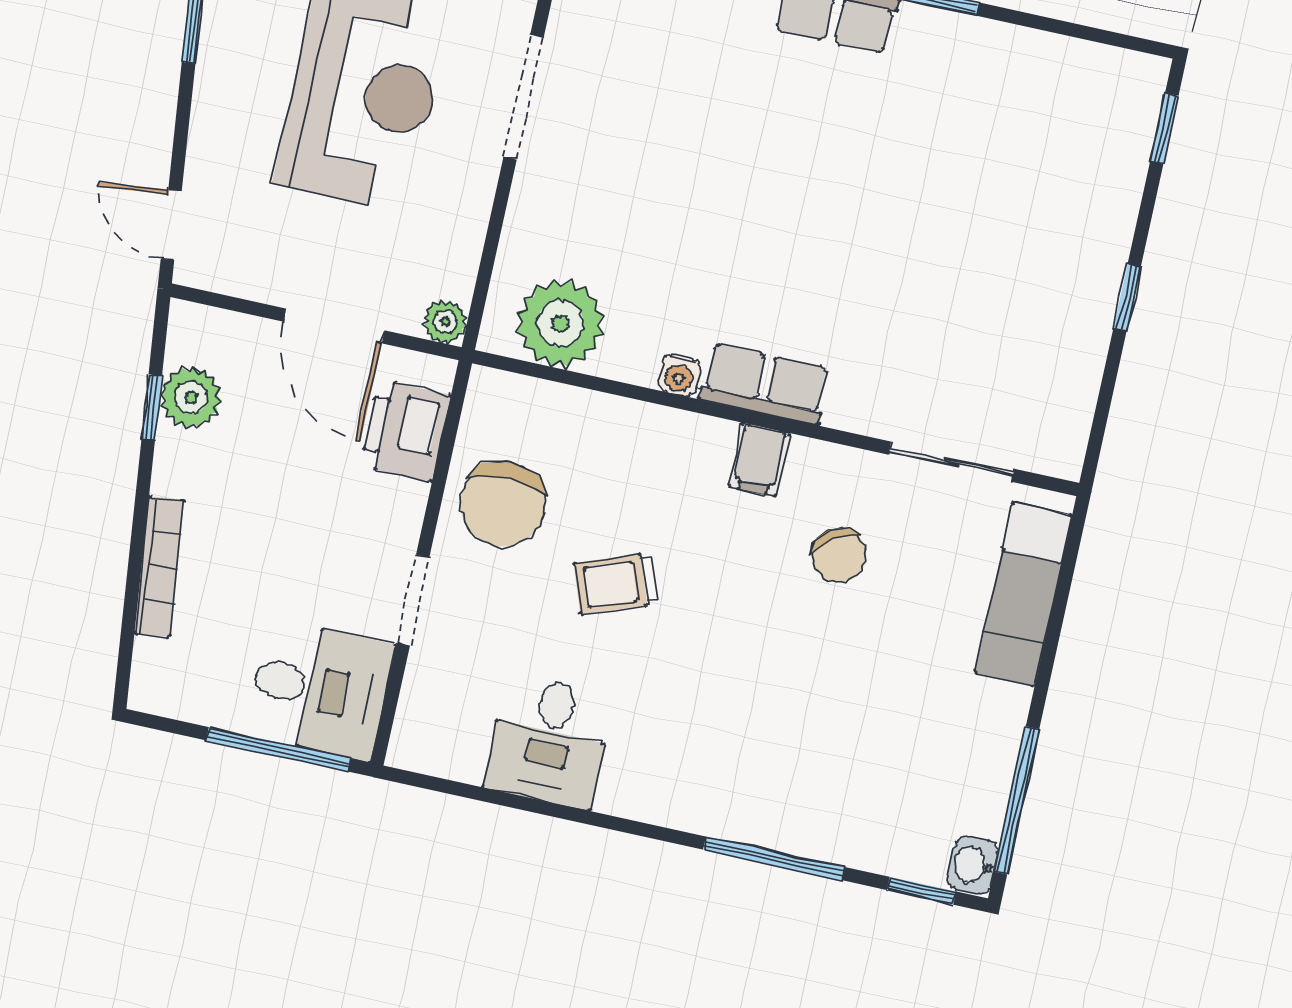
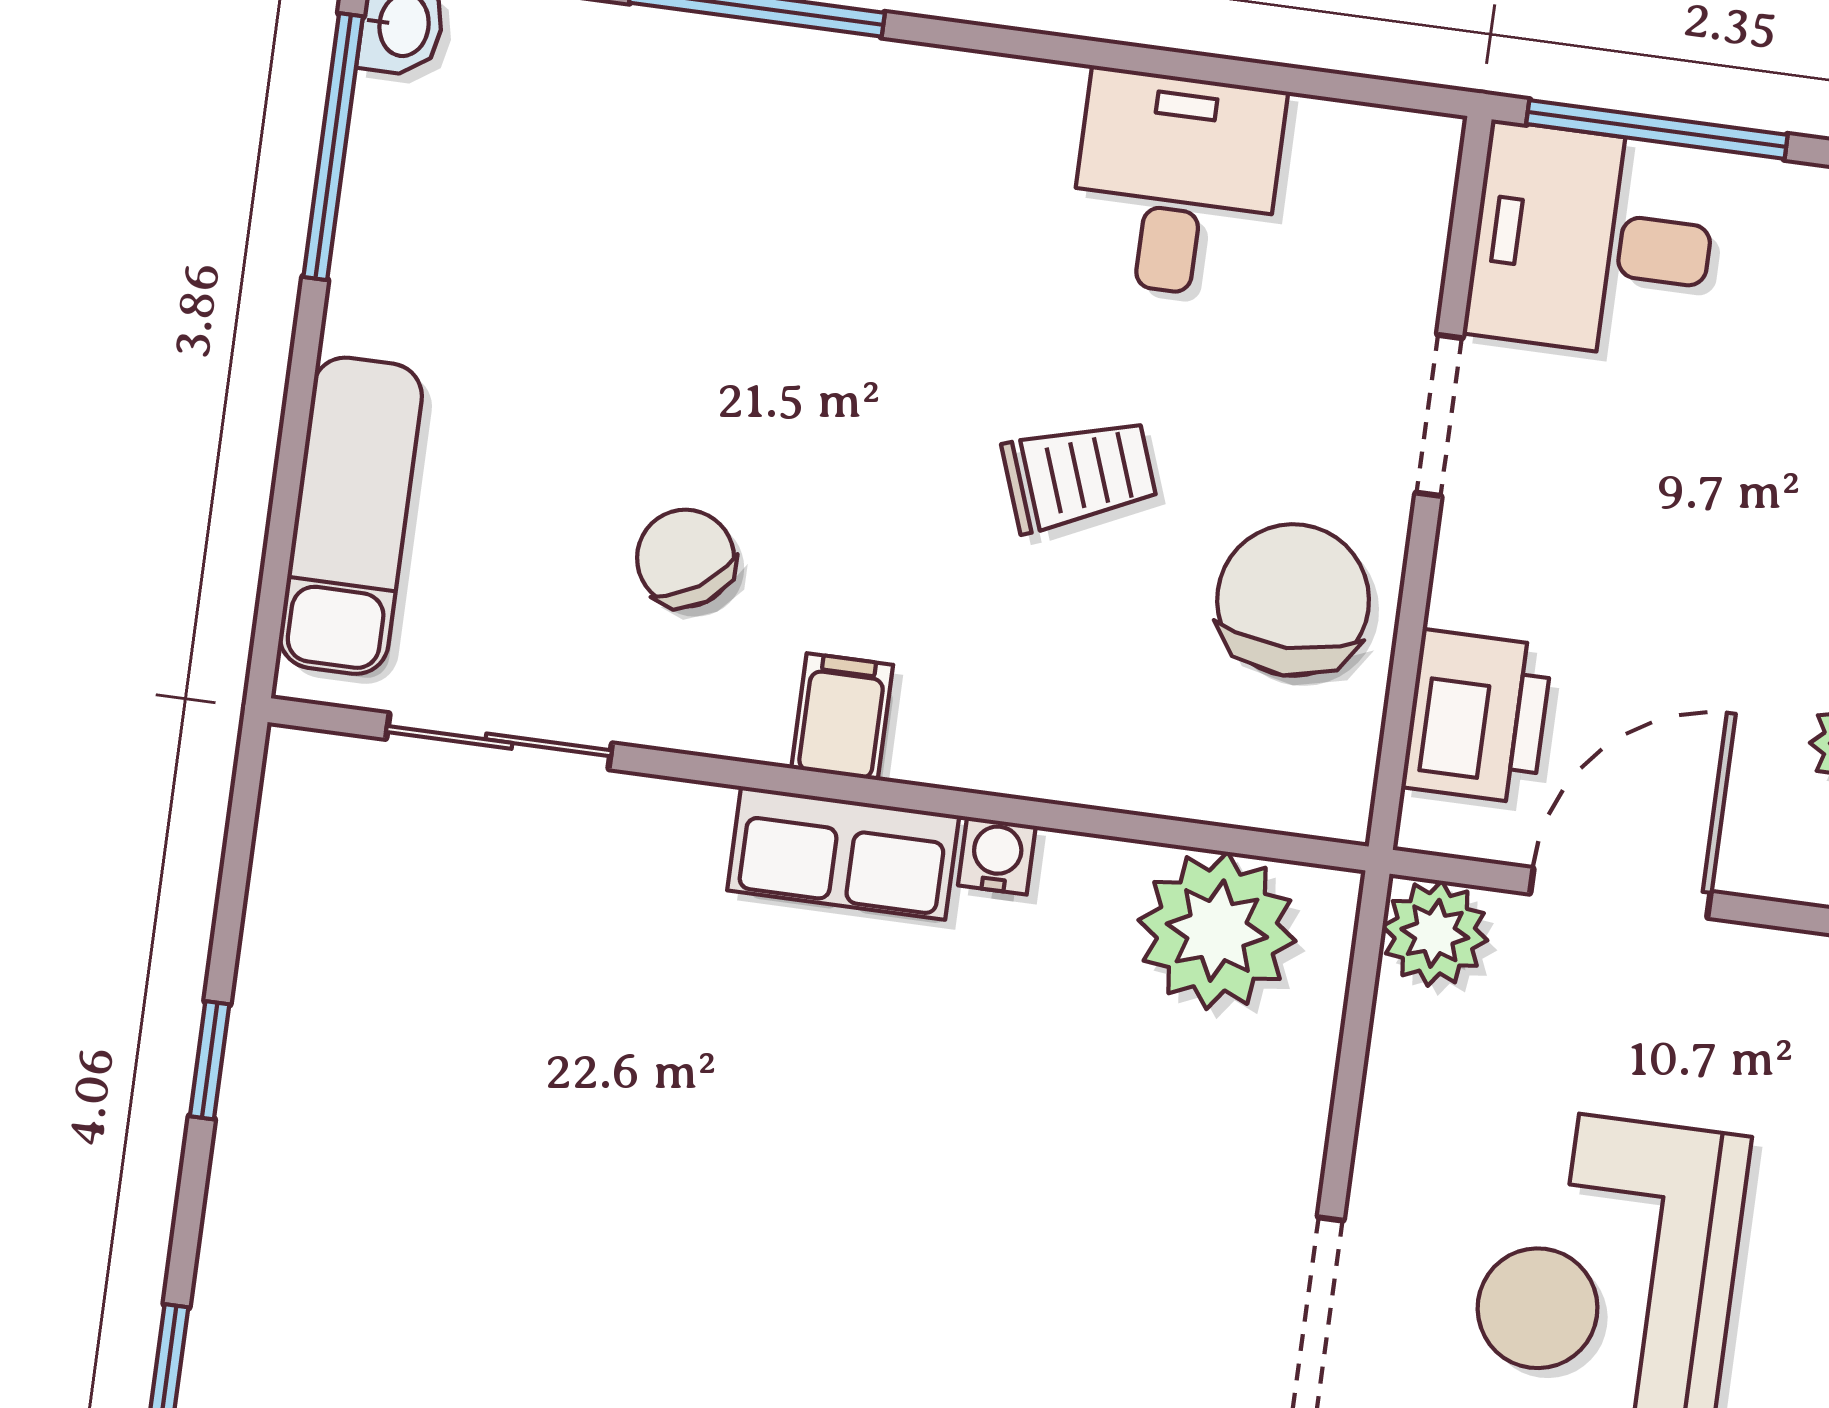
plant: (445, 322) -> (1435, 933), width x1.38, depth x1.38
door: (334, 326) -> (1620, 893), hinge flipped

